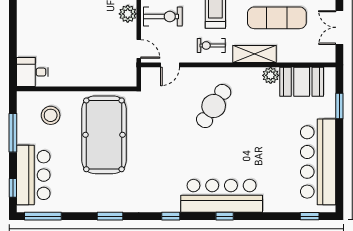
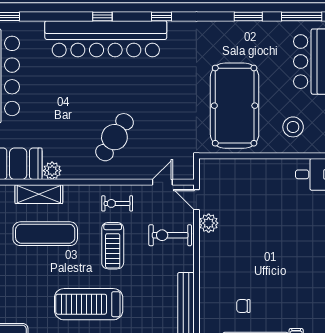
plant: (128, 14) -> (209, 223), moved
exercise bike: (211, 45) -> (117, 203), turned 180
shelving: (255, 54) -> (39, 194), moved
bar counter: (222, 196) -> (106, 39), width x1.36
window: (110, 216) -> (248, 17), moved

